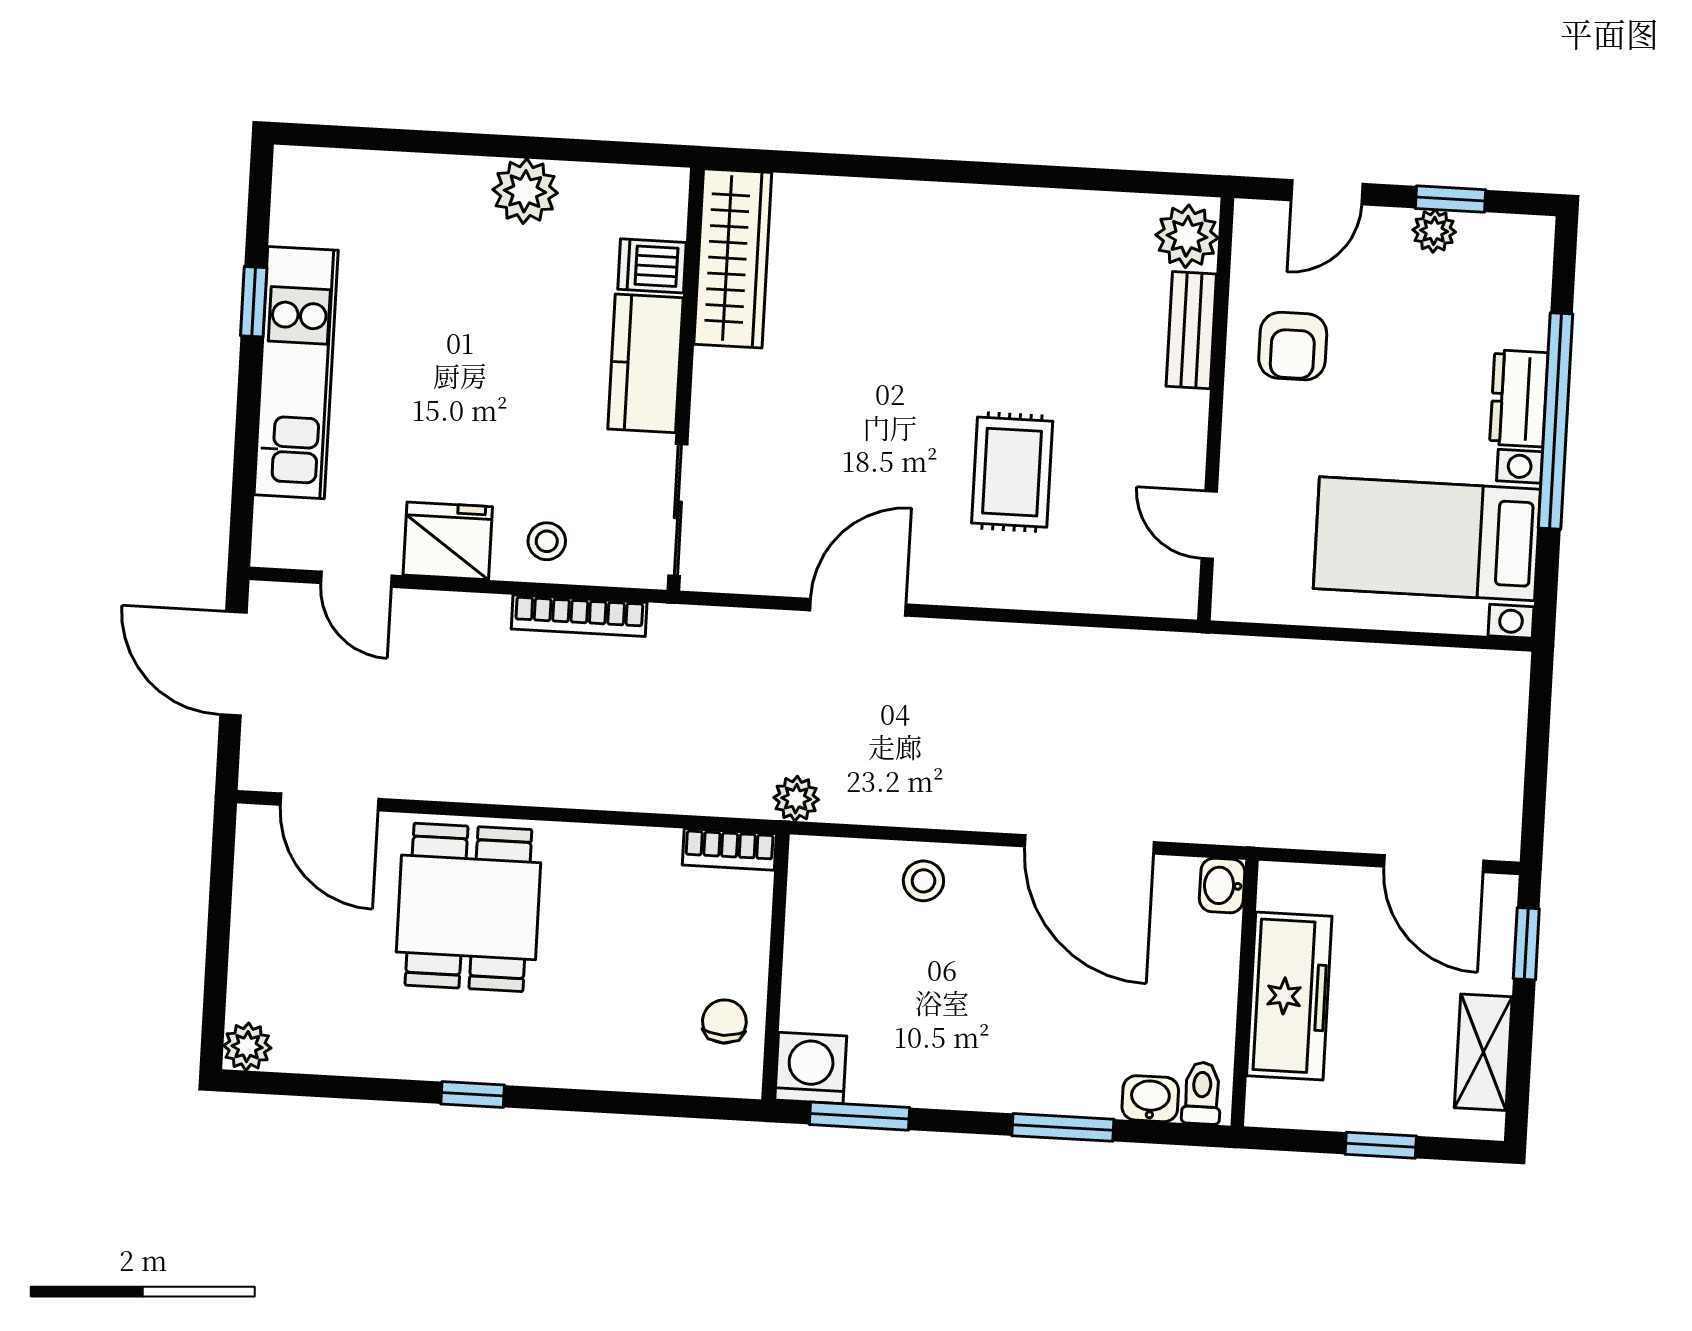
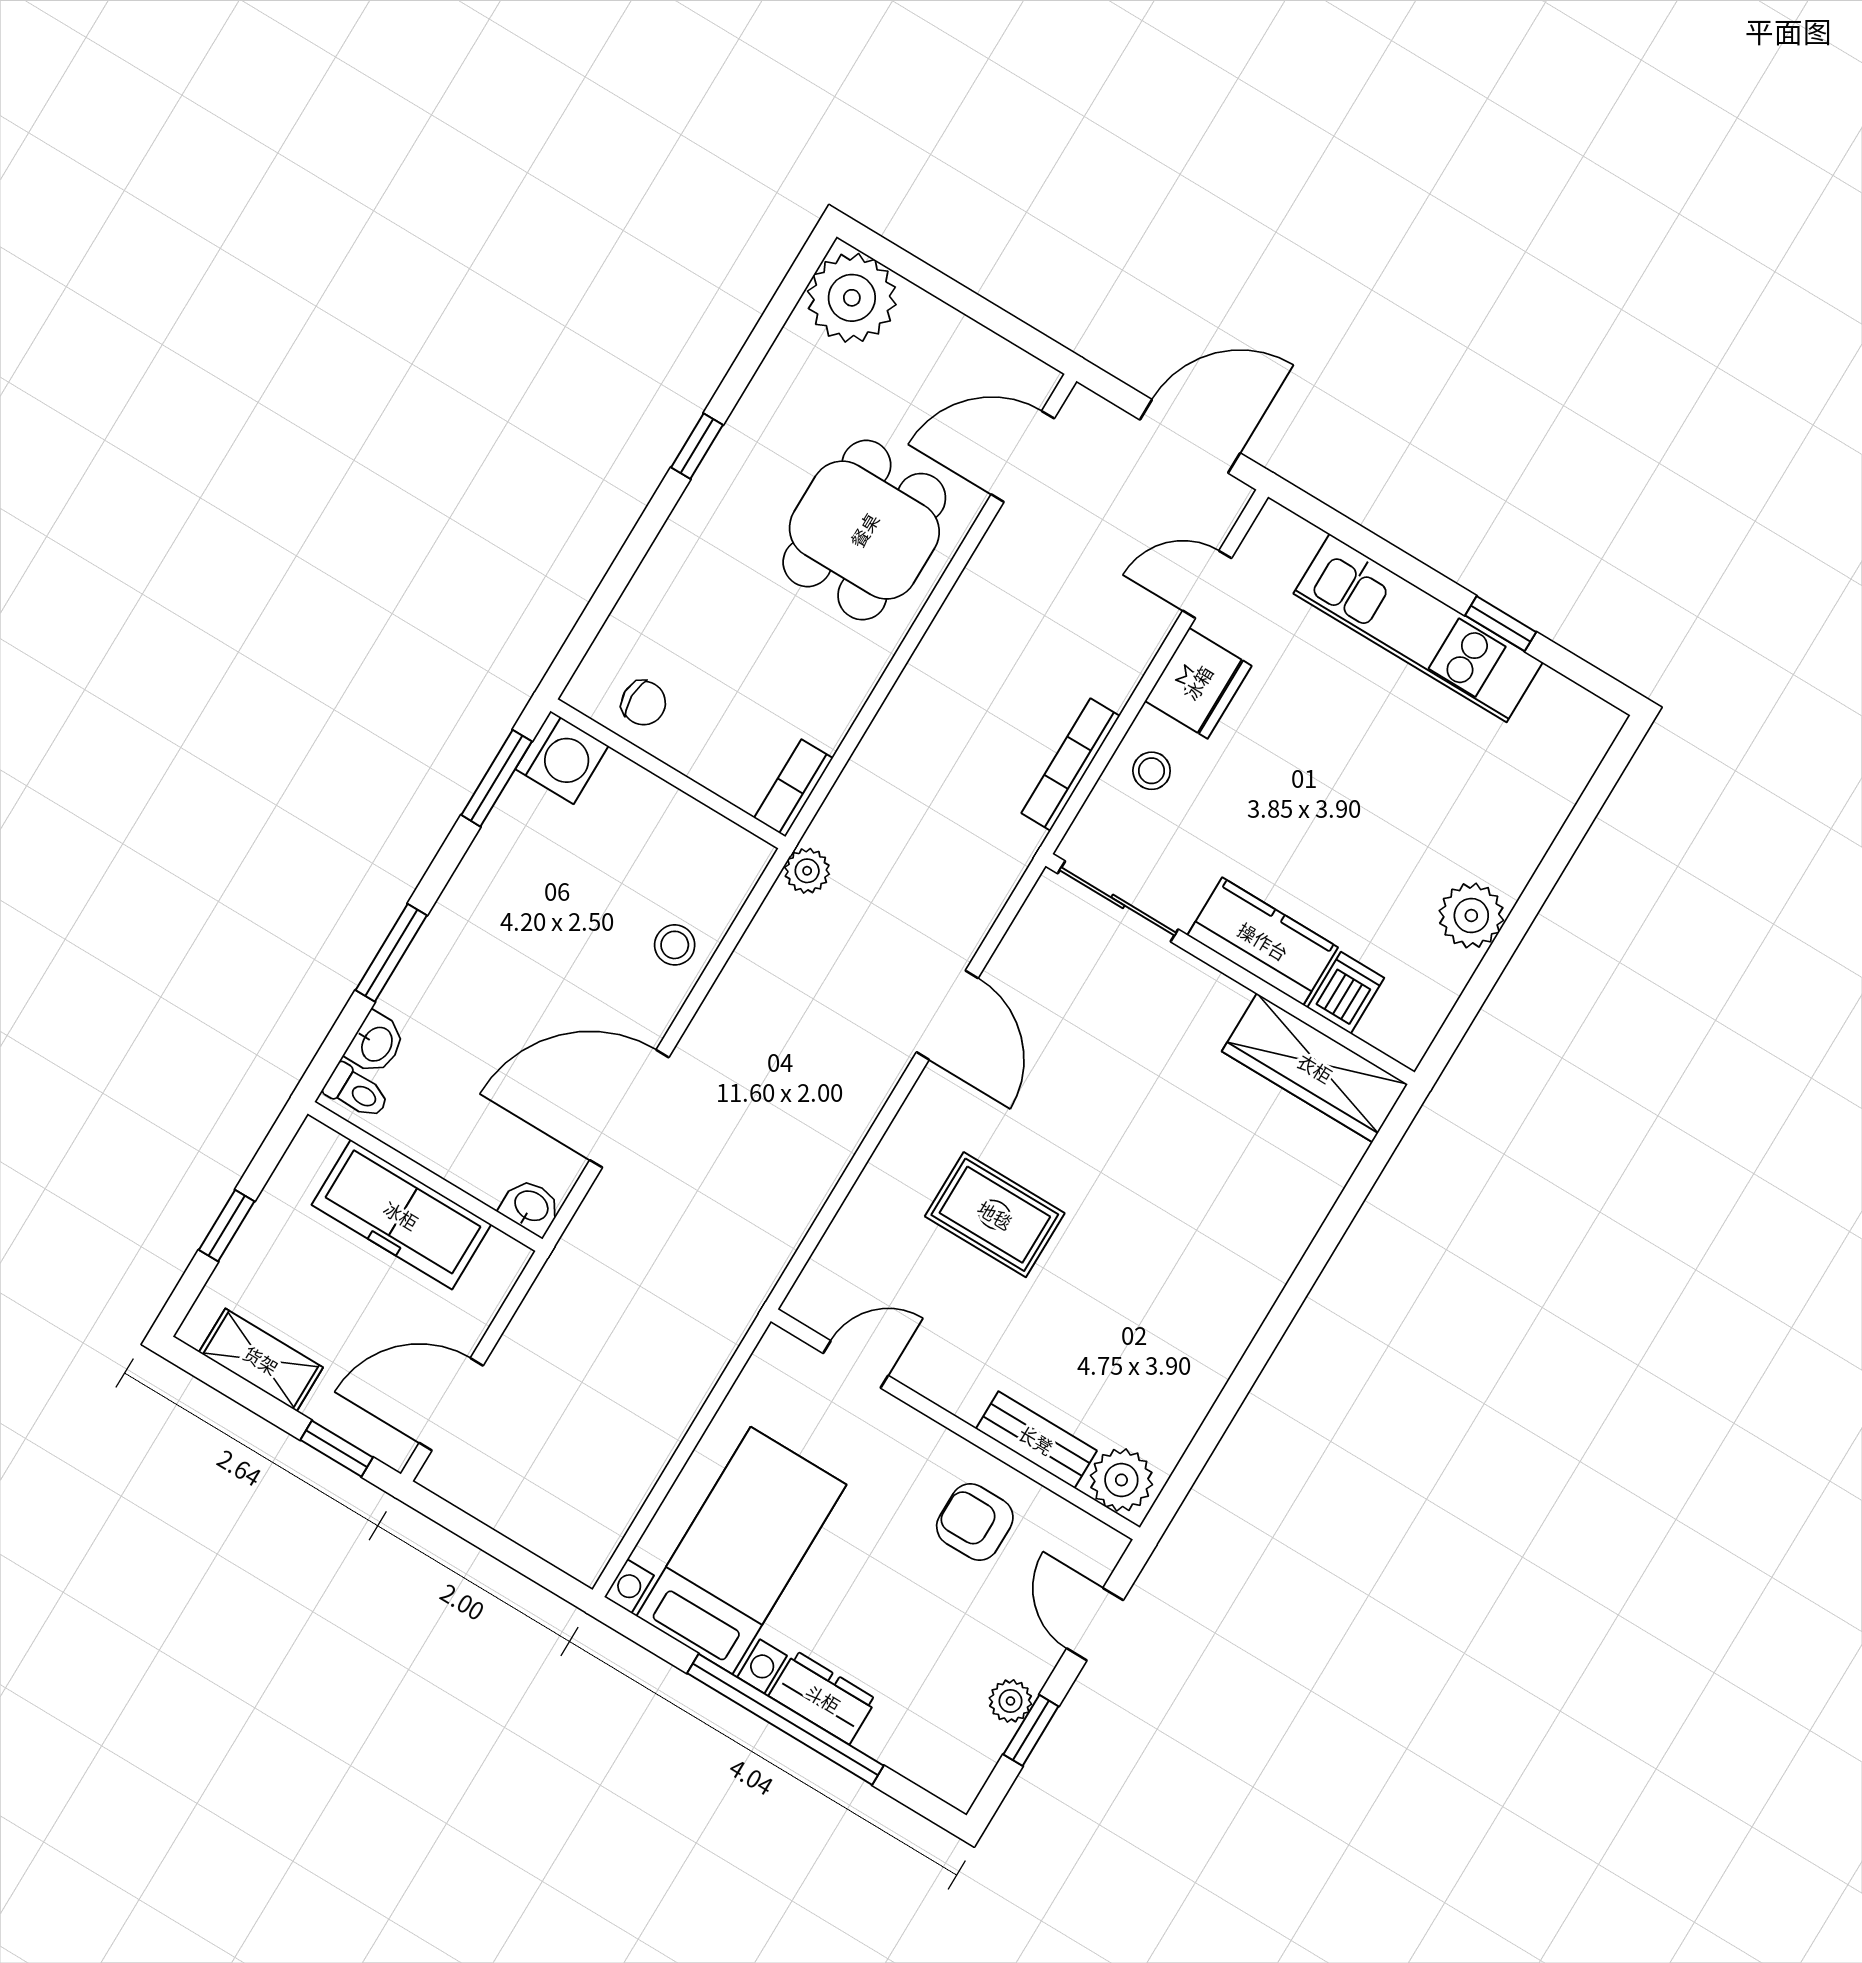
dining table: (468, 907) -> (864, 530), turned 90
plant: (247, 1047) -> (852, 298), width x1.88, depth x1.88

